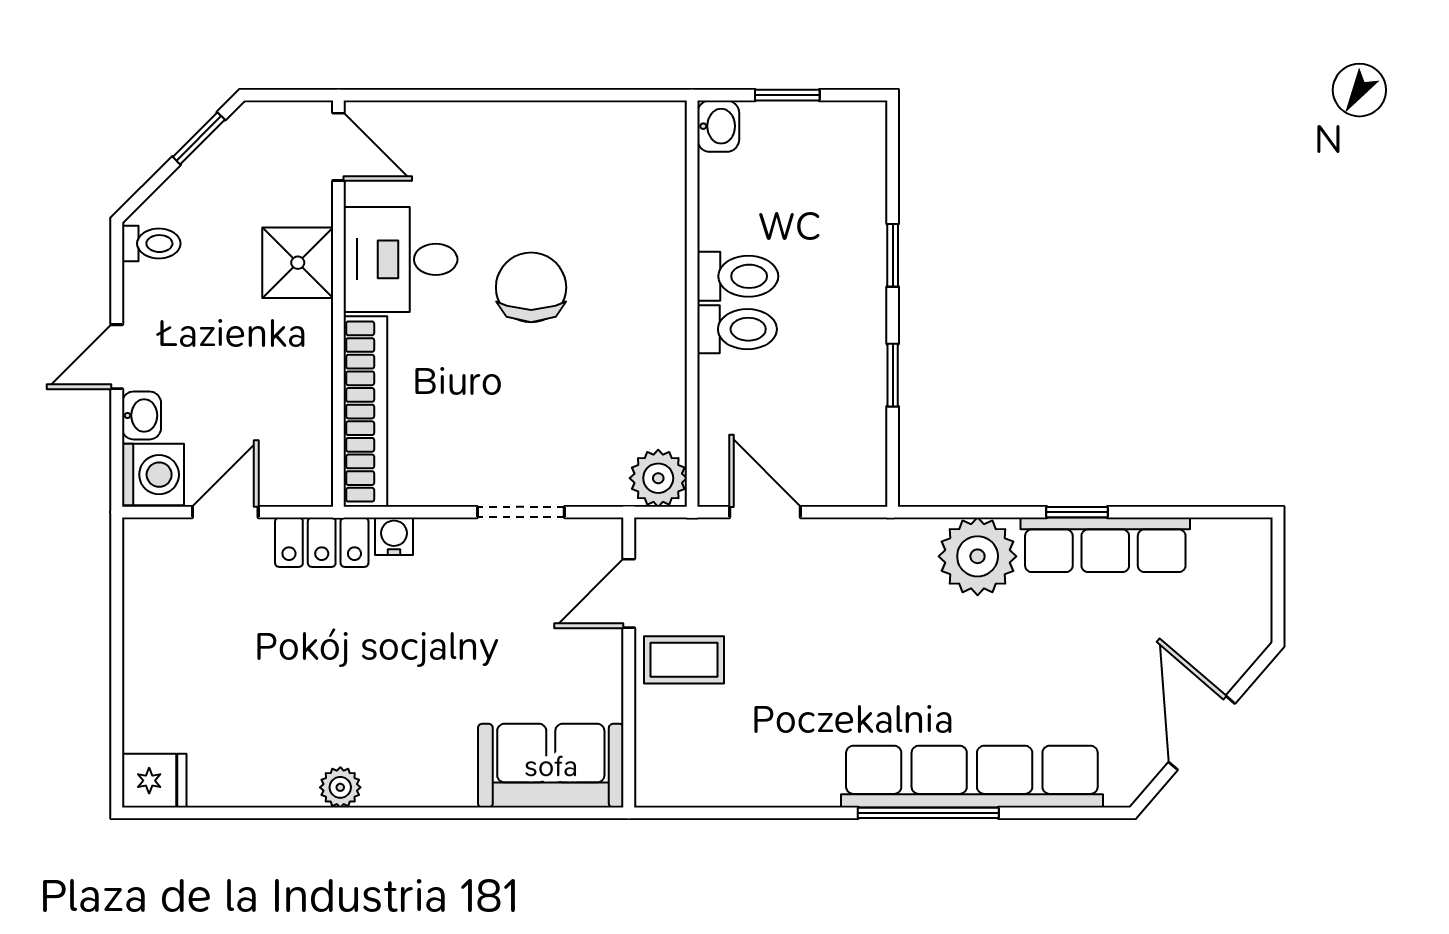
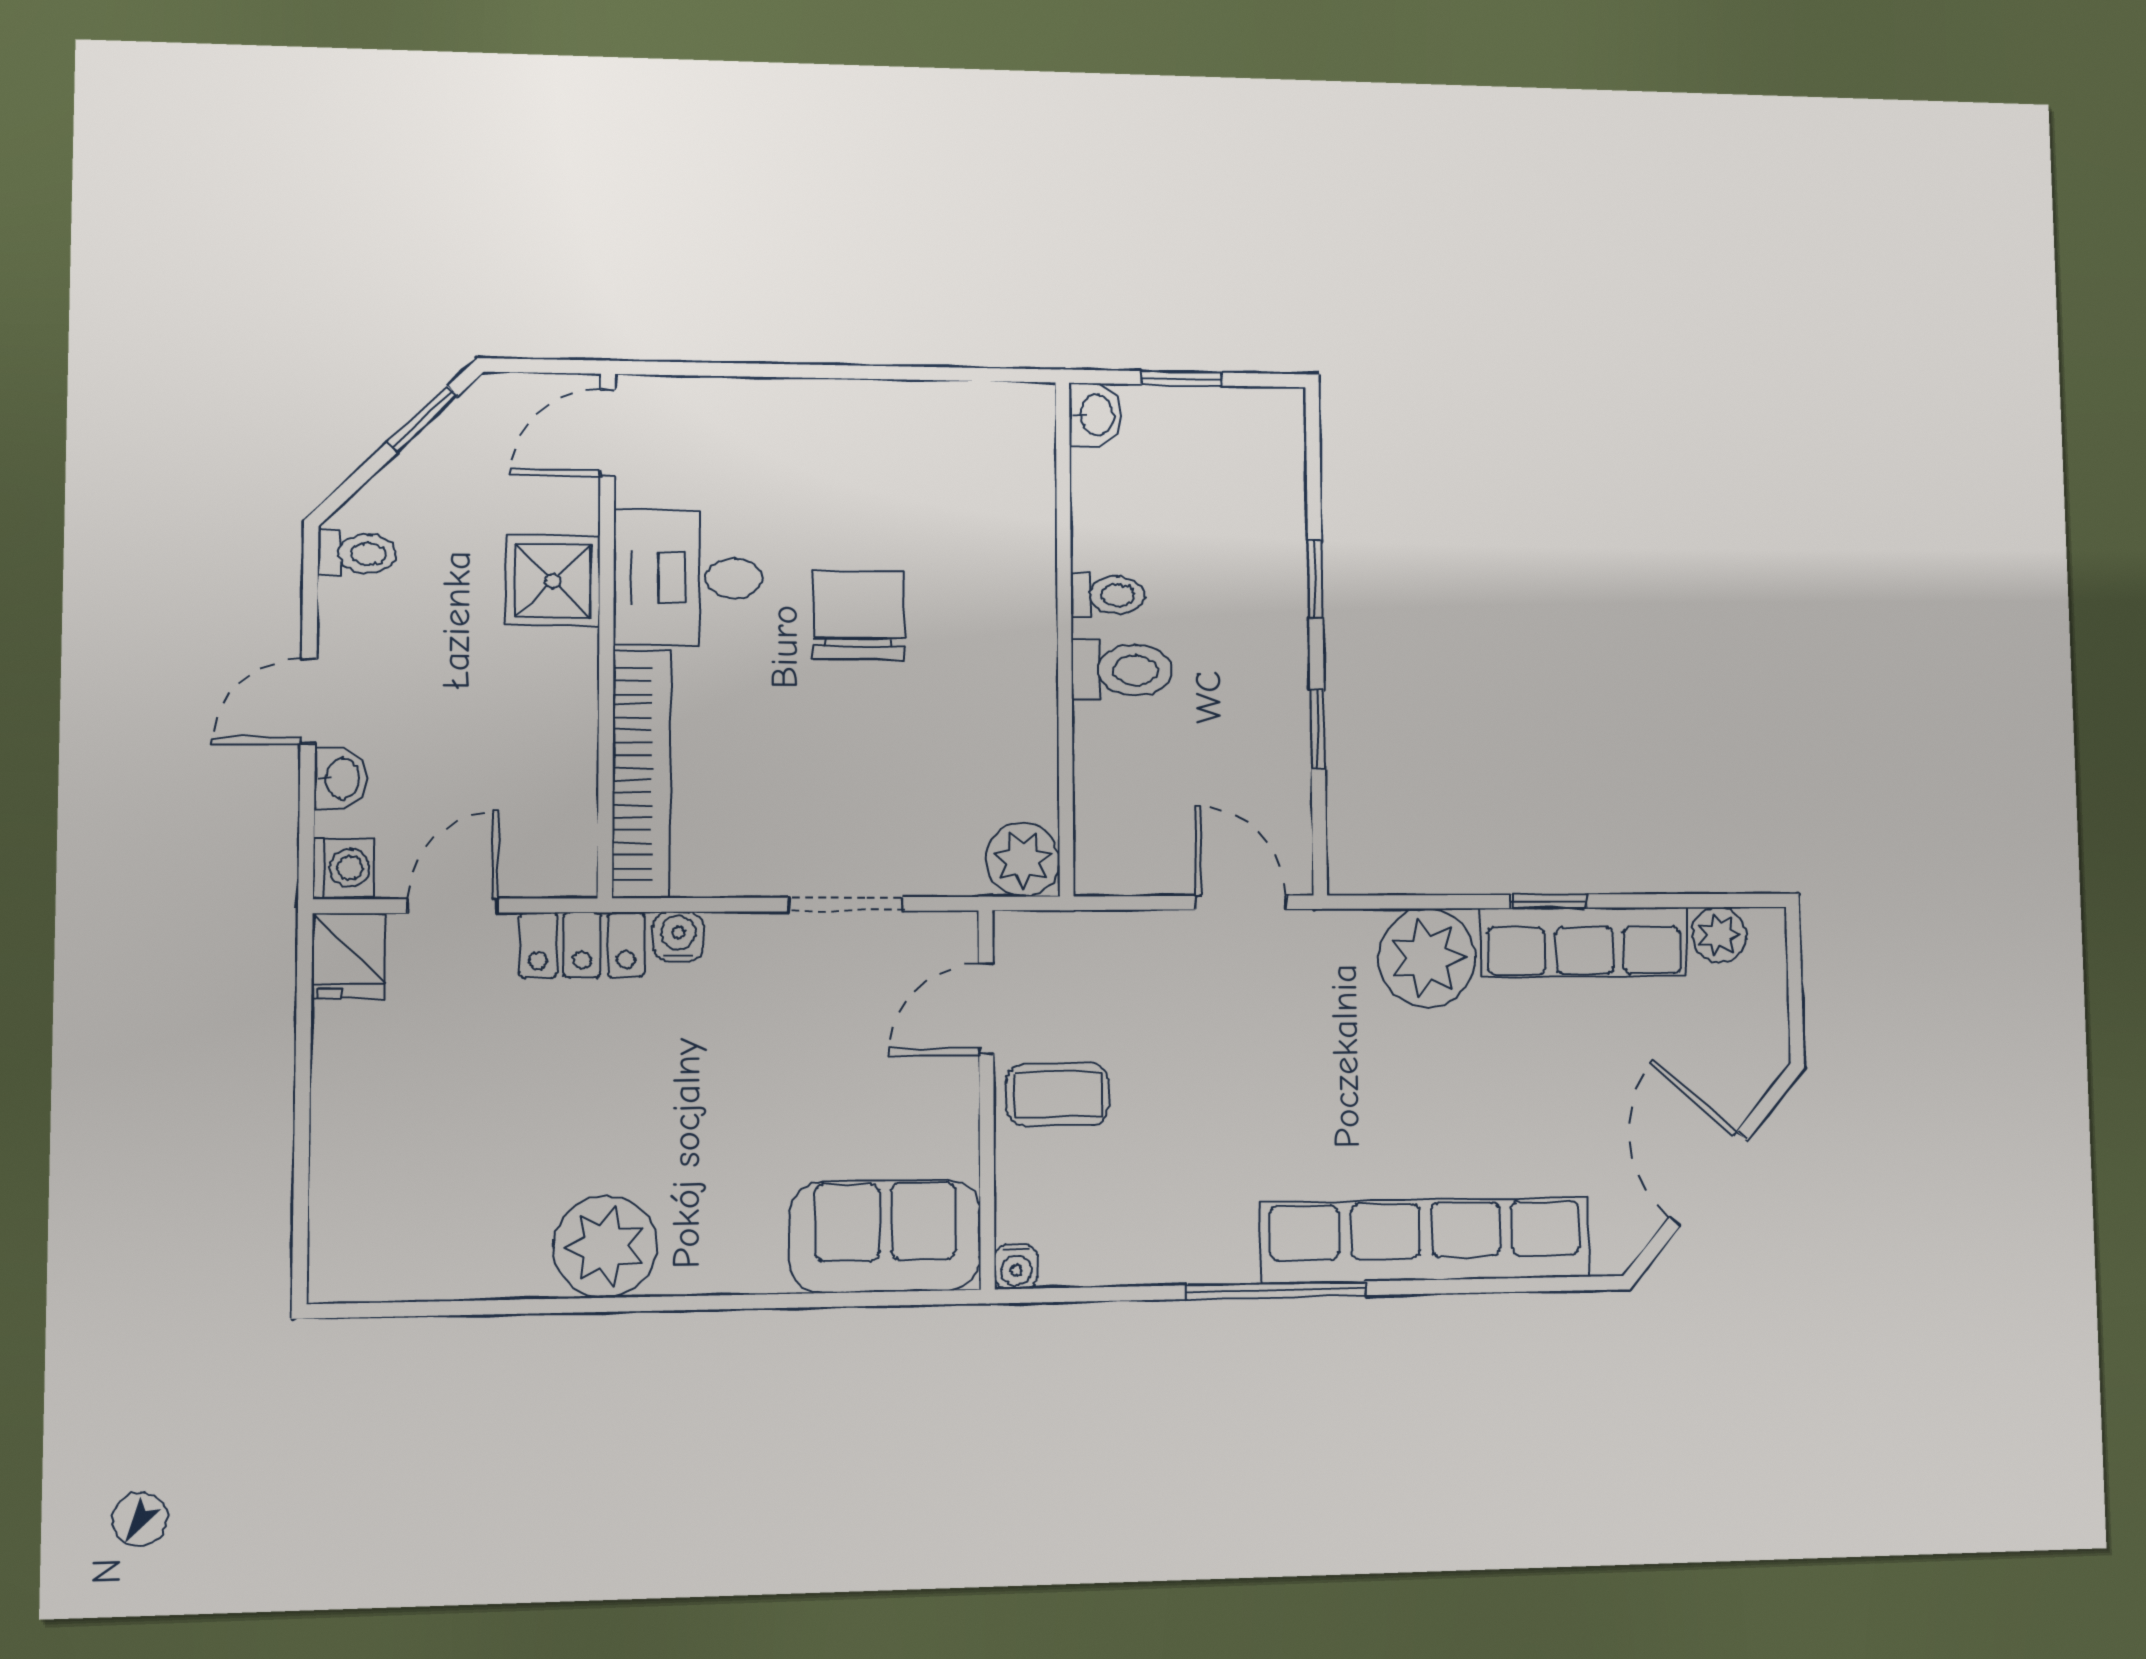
door: (338, 147) -> (608, 433), swing flipped
toilet: (738, 276) -> (1108, 595), width x0.73, depth x0.72
washing machine: (153, 475) -> (344, 868), width x0.73, depth x0.73
door: (765, 512) -> (1241, 903), moved
plant: (1216, 540) -> (1719, 935), added
fridge: (154, 781) -> (349, 956), moved, turned 90
plant: (340, 787) -> (605, 1247), width x1.87, depth x1.87
water cooler: (651, 791) -> (1016, 1267), added
window: (928, 813) -> (1277, 1290), moved

